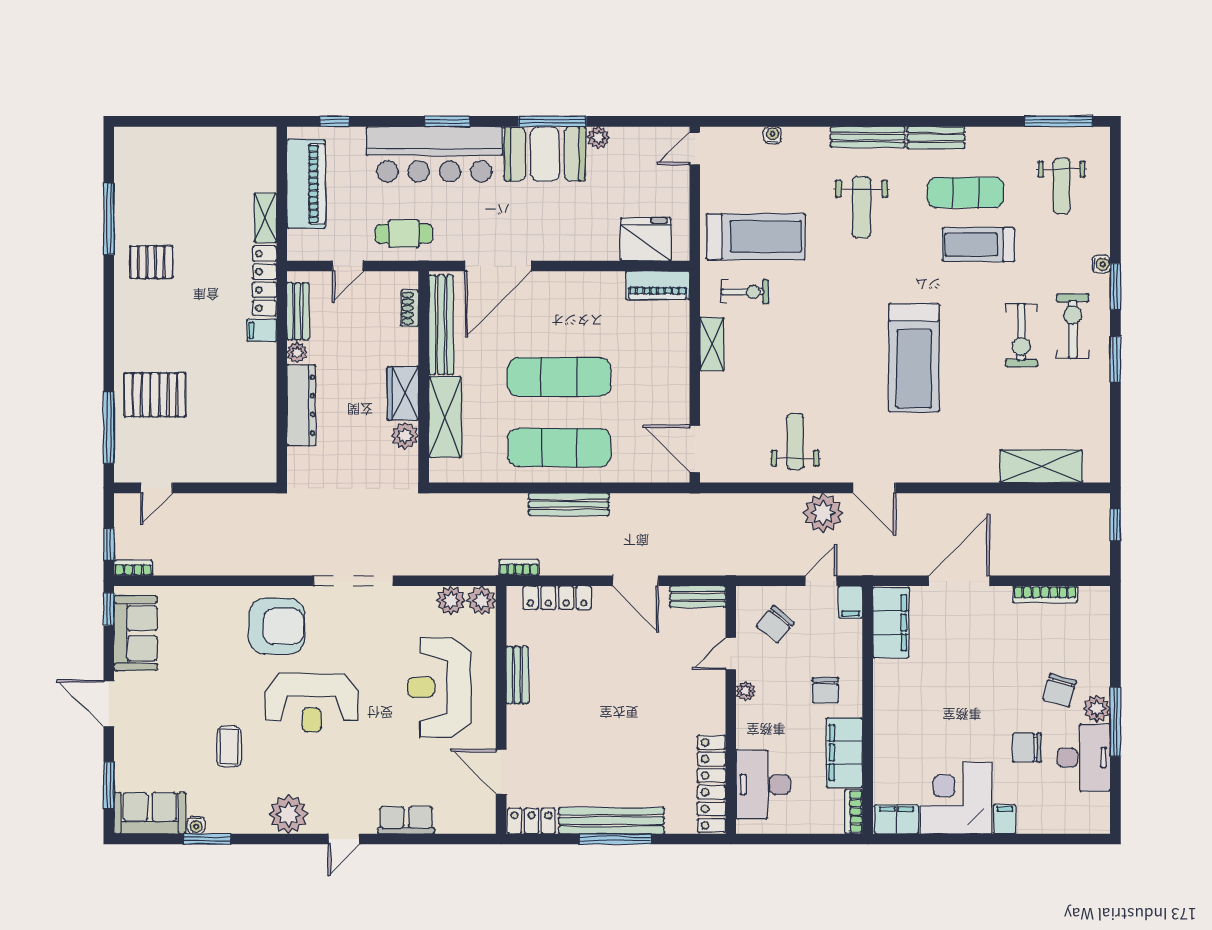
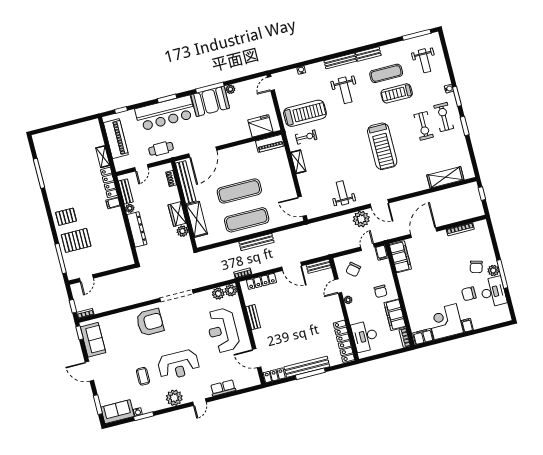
pallet: (151, 262) -> (66, 217), moved
reception desk: (312, 703) -> (178, 365), moved

